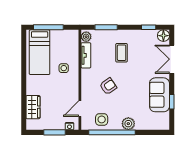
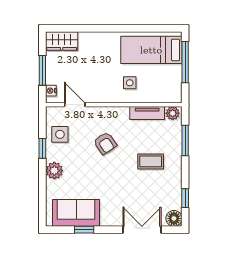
sofa: (159, 95) -> (76, 213), moved
wardrobe: (33, 107) -> (62, 41), moved
window: (112, 132) -> (42, 148), width x0.32

